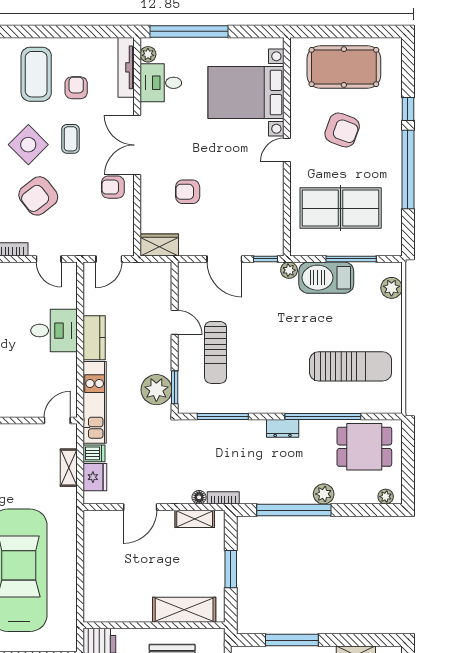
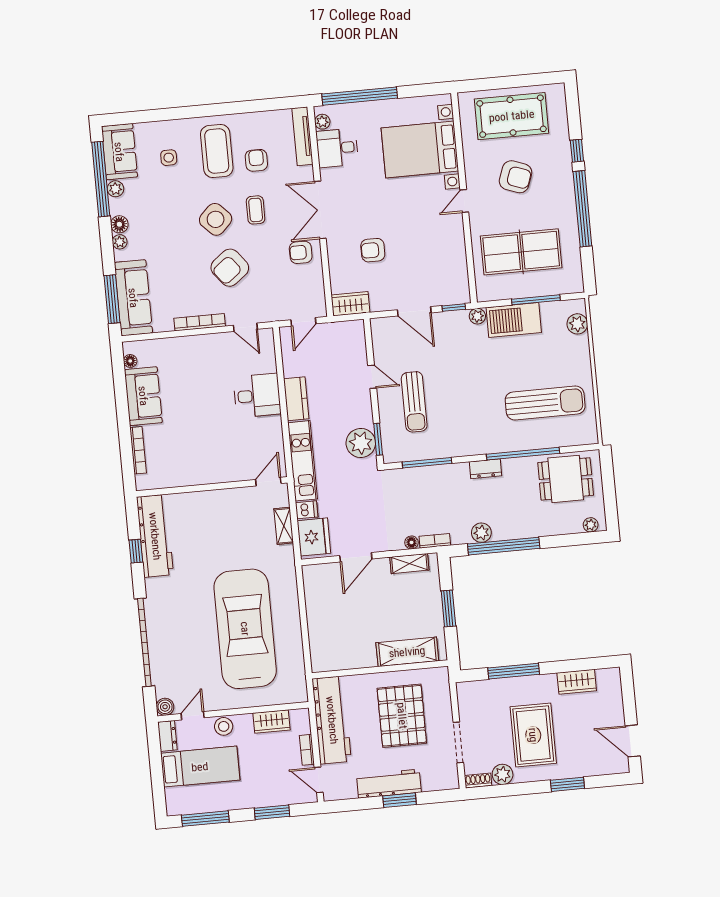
fridge: (95, 477) -> (314, 537), width x1.36, depth x1.34
plant: (324, 494) -> (481, 533), moved

